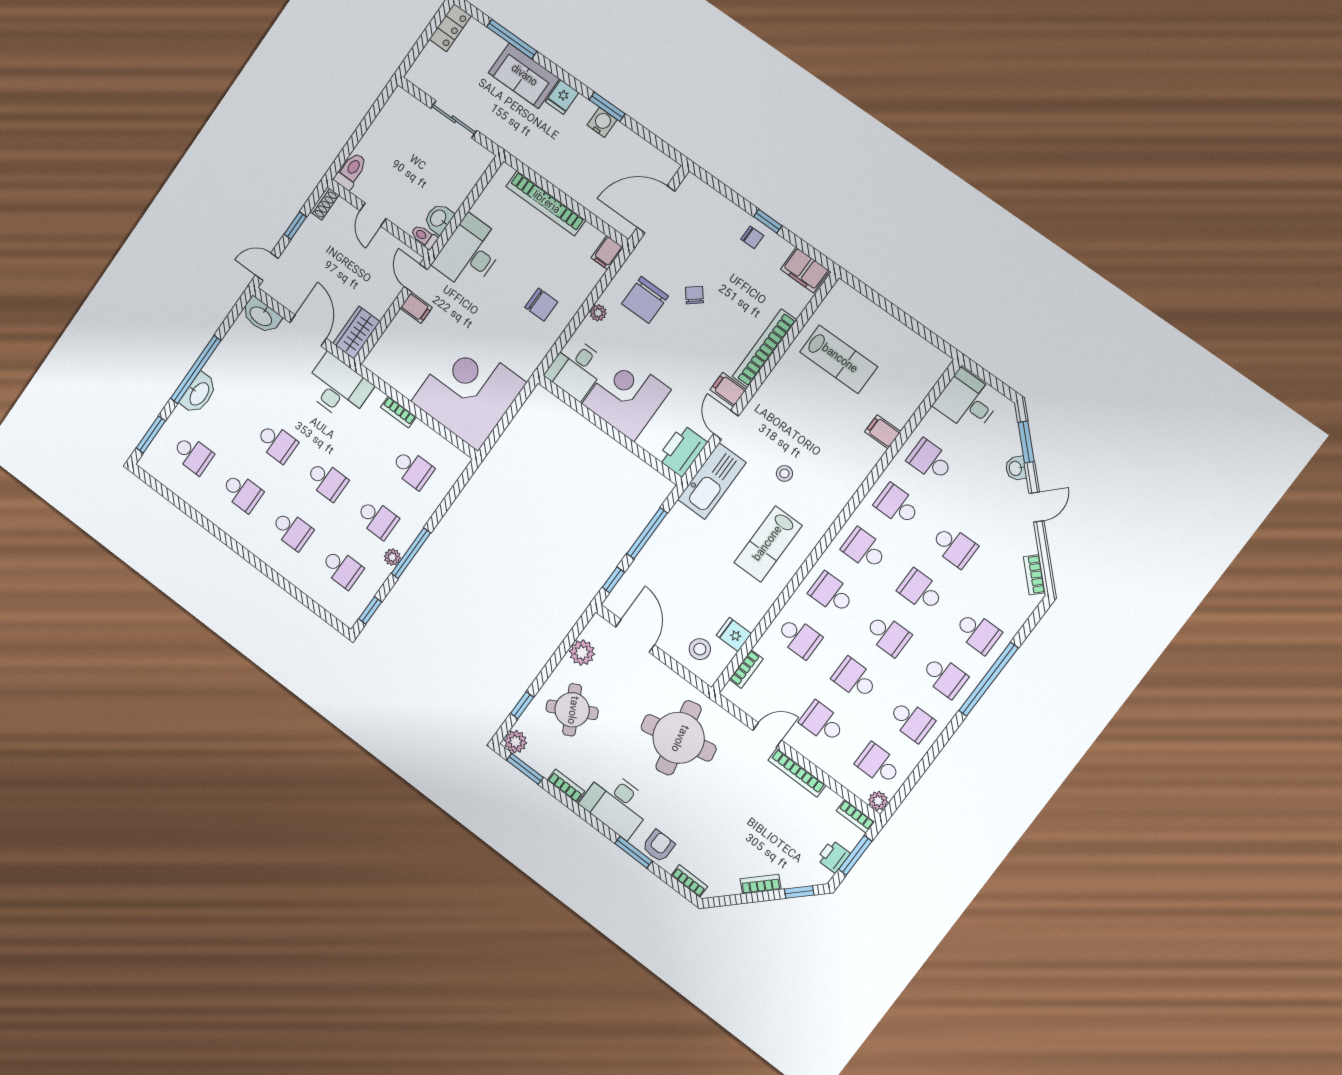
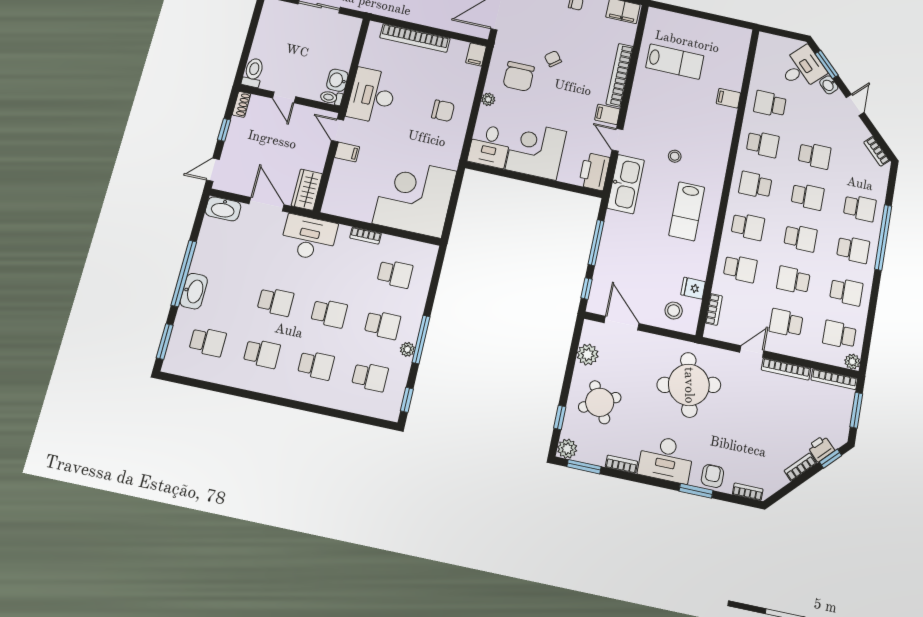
desk: (967, 402) -> (802, 68), moved, turned 135
school desk: (897, 505) -> (763, 144), turned 180
school desk: (921, 591) -> (808, 196), turned 180
school desk: (832, 593) -> (748, 226), turned 180
bookcase: (855, 816) -> (834, 379), width x1.56
printer: (833, 856) -> (821, 448), moved, turned 45

